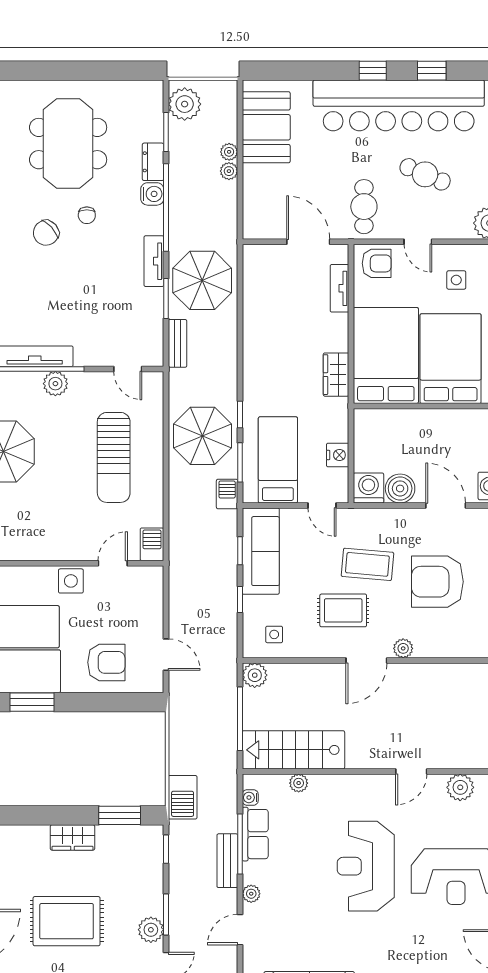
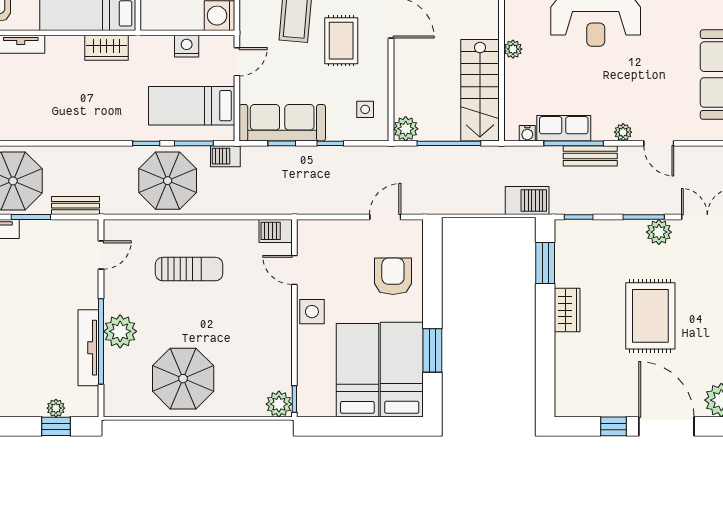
plant: (55, 384) -> (120, 331), width x1.36, depth x1.36
sun lounger: (114, 457) -> (189, 269), width x0.73, depth x0.75
plant: (299, 783) -> (513, 49), moved

